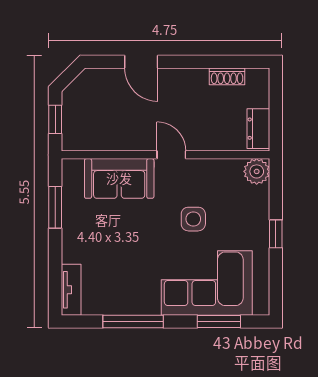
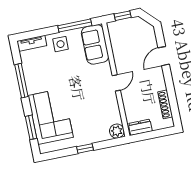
shoe rack: (227, 76) -> (165, 104), width x1.43
sofa: (119, 178) -> (95, 44), moved
window: (55, 207) -> (75, 26), width x1.44
side table: (193, 219) -> (61, 44), moved

